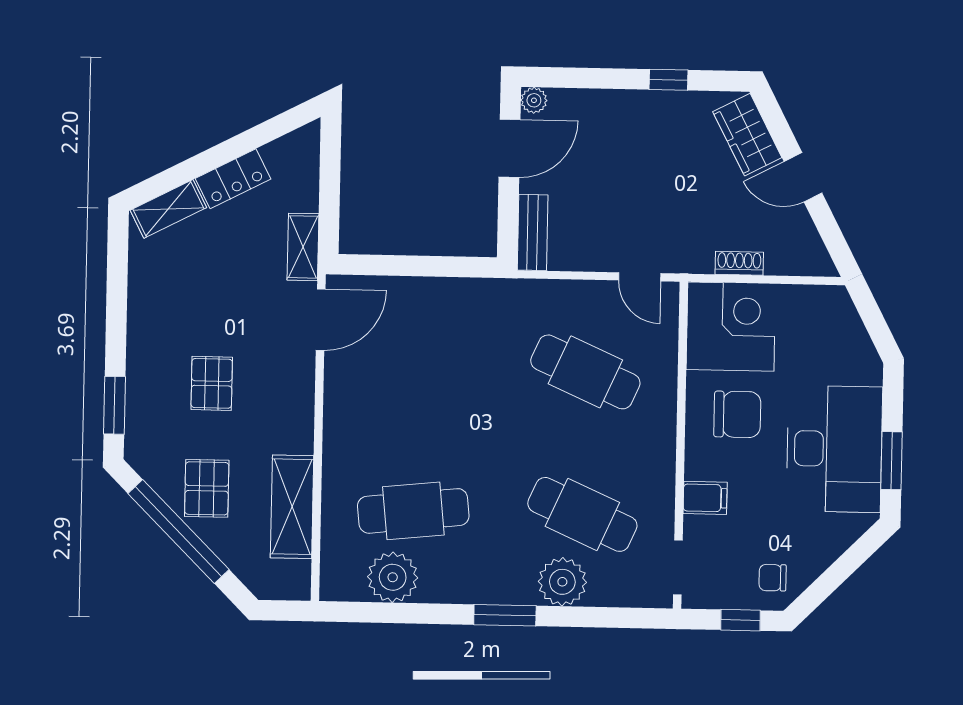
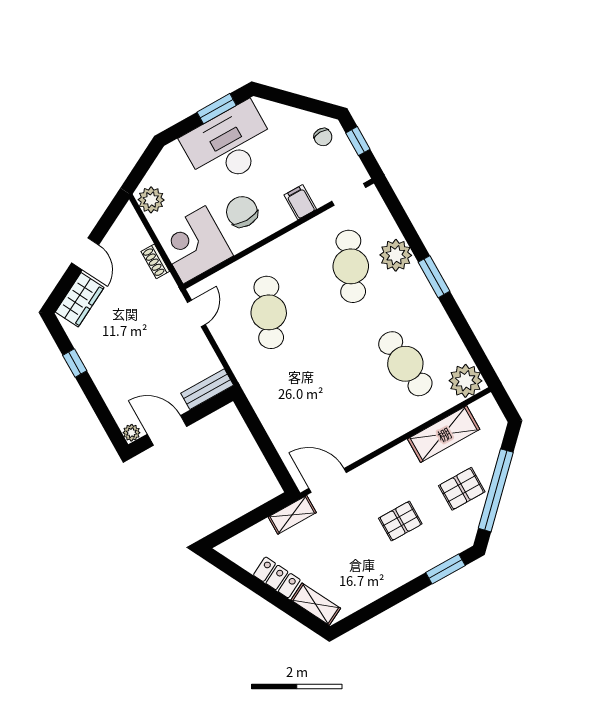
plant: (823, 305) -> (151, 200), added
plant: (393, 577) -> (465, 381), moved

